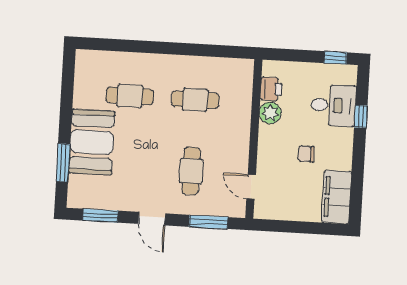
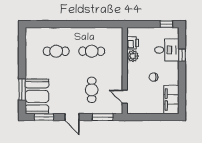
booth: (92, 142) -> (37, 96), moved

